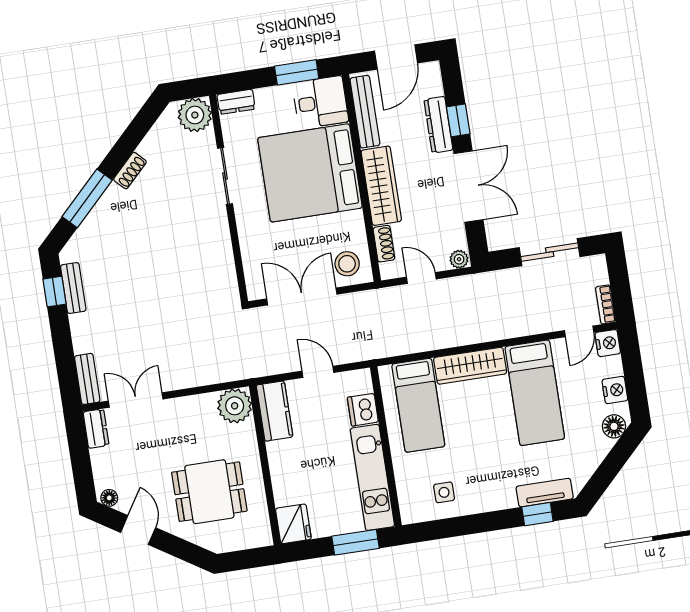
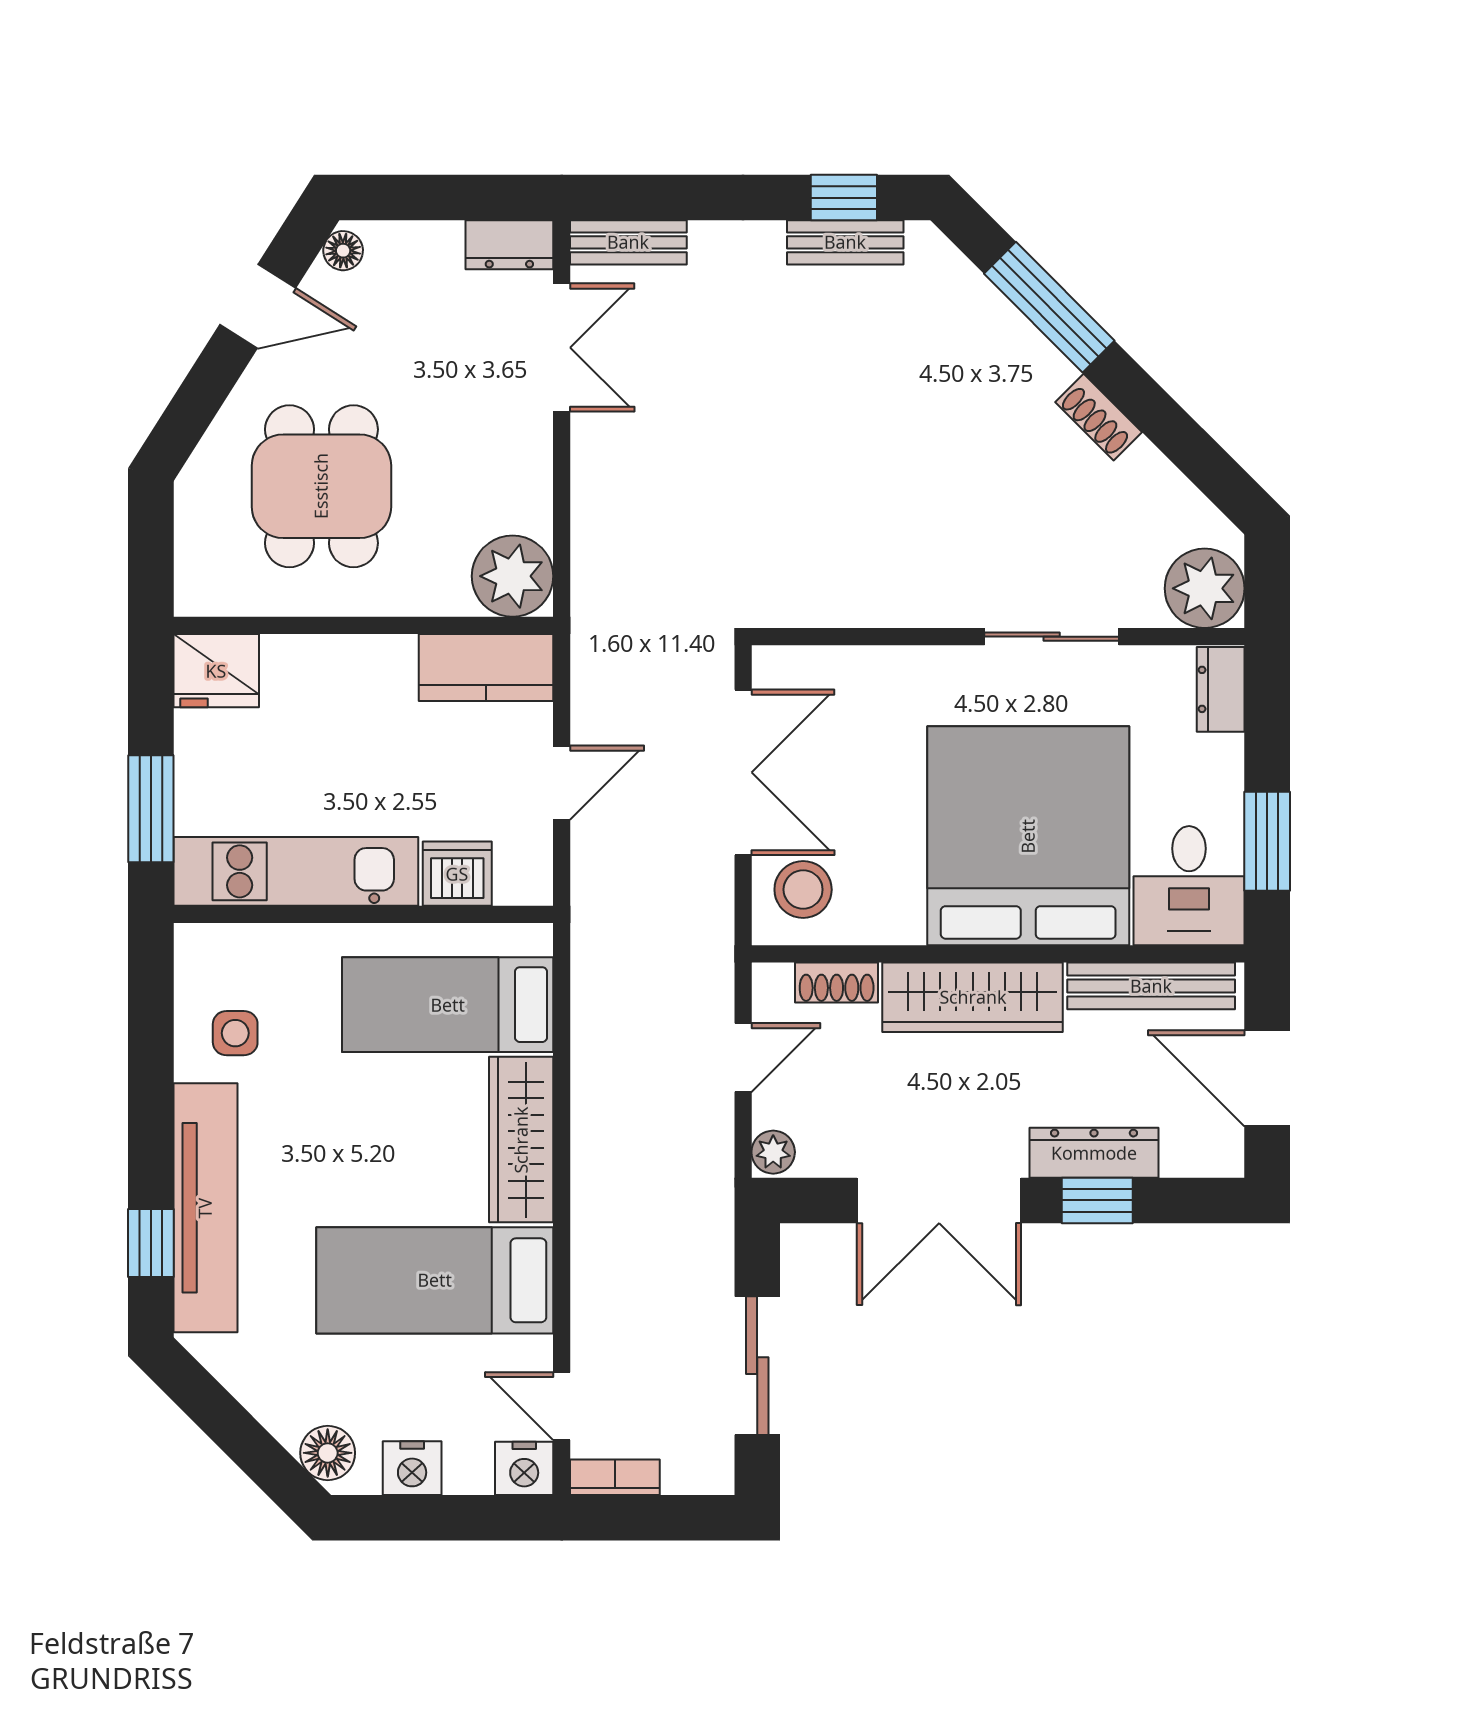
tv unit: (545, 493) -> (205, 1208), width x1.92, depth x1.29

